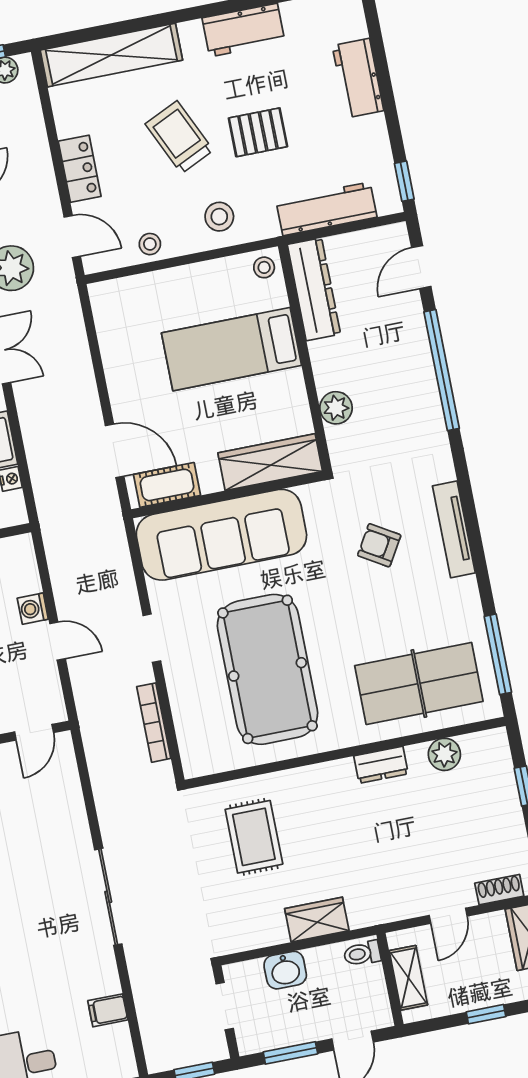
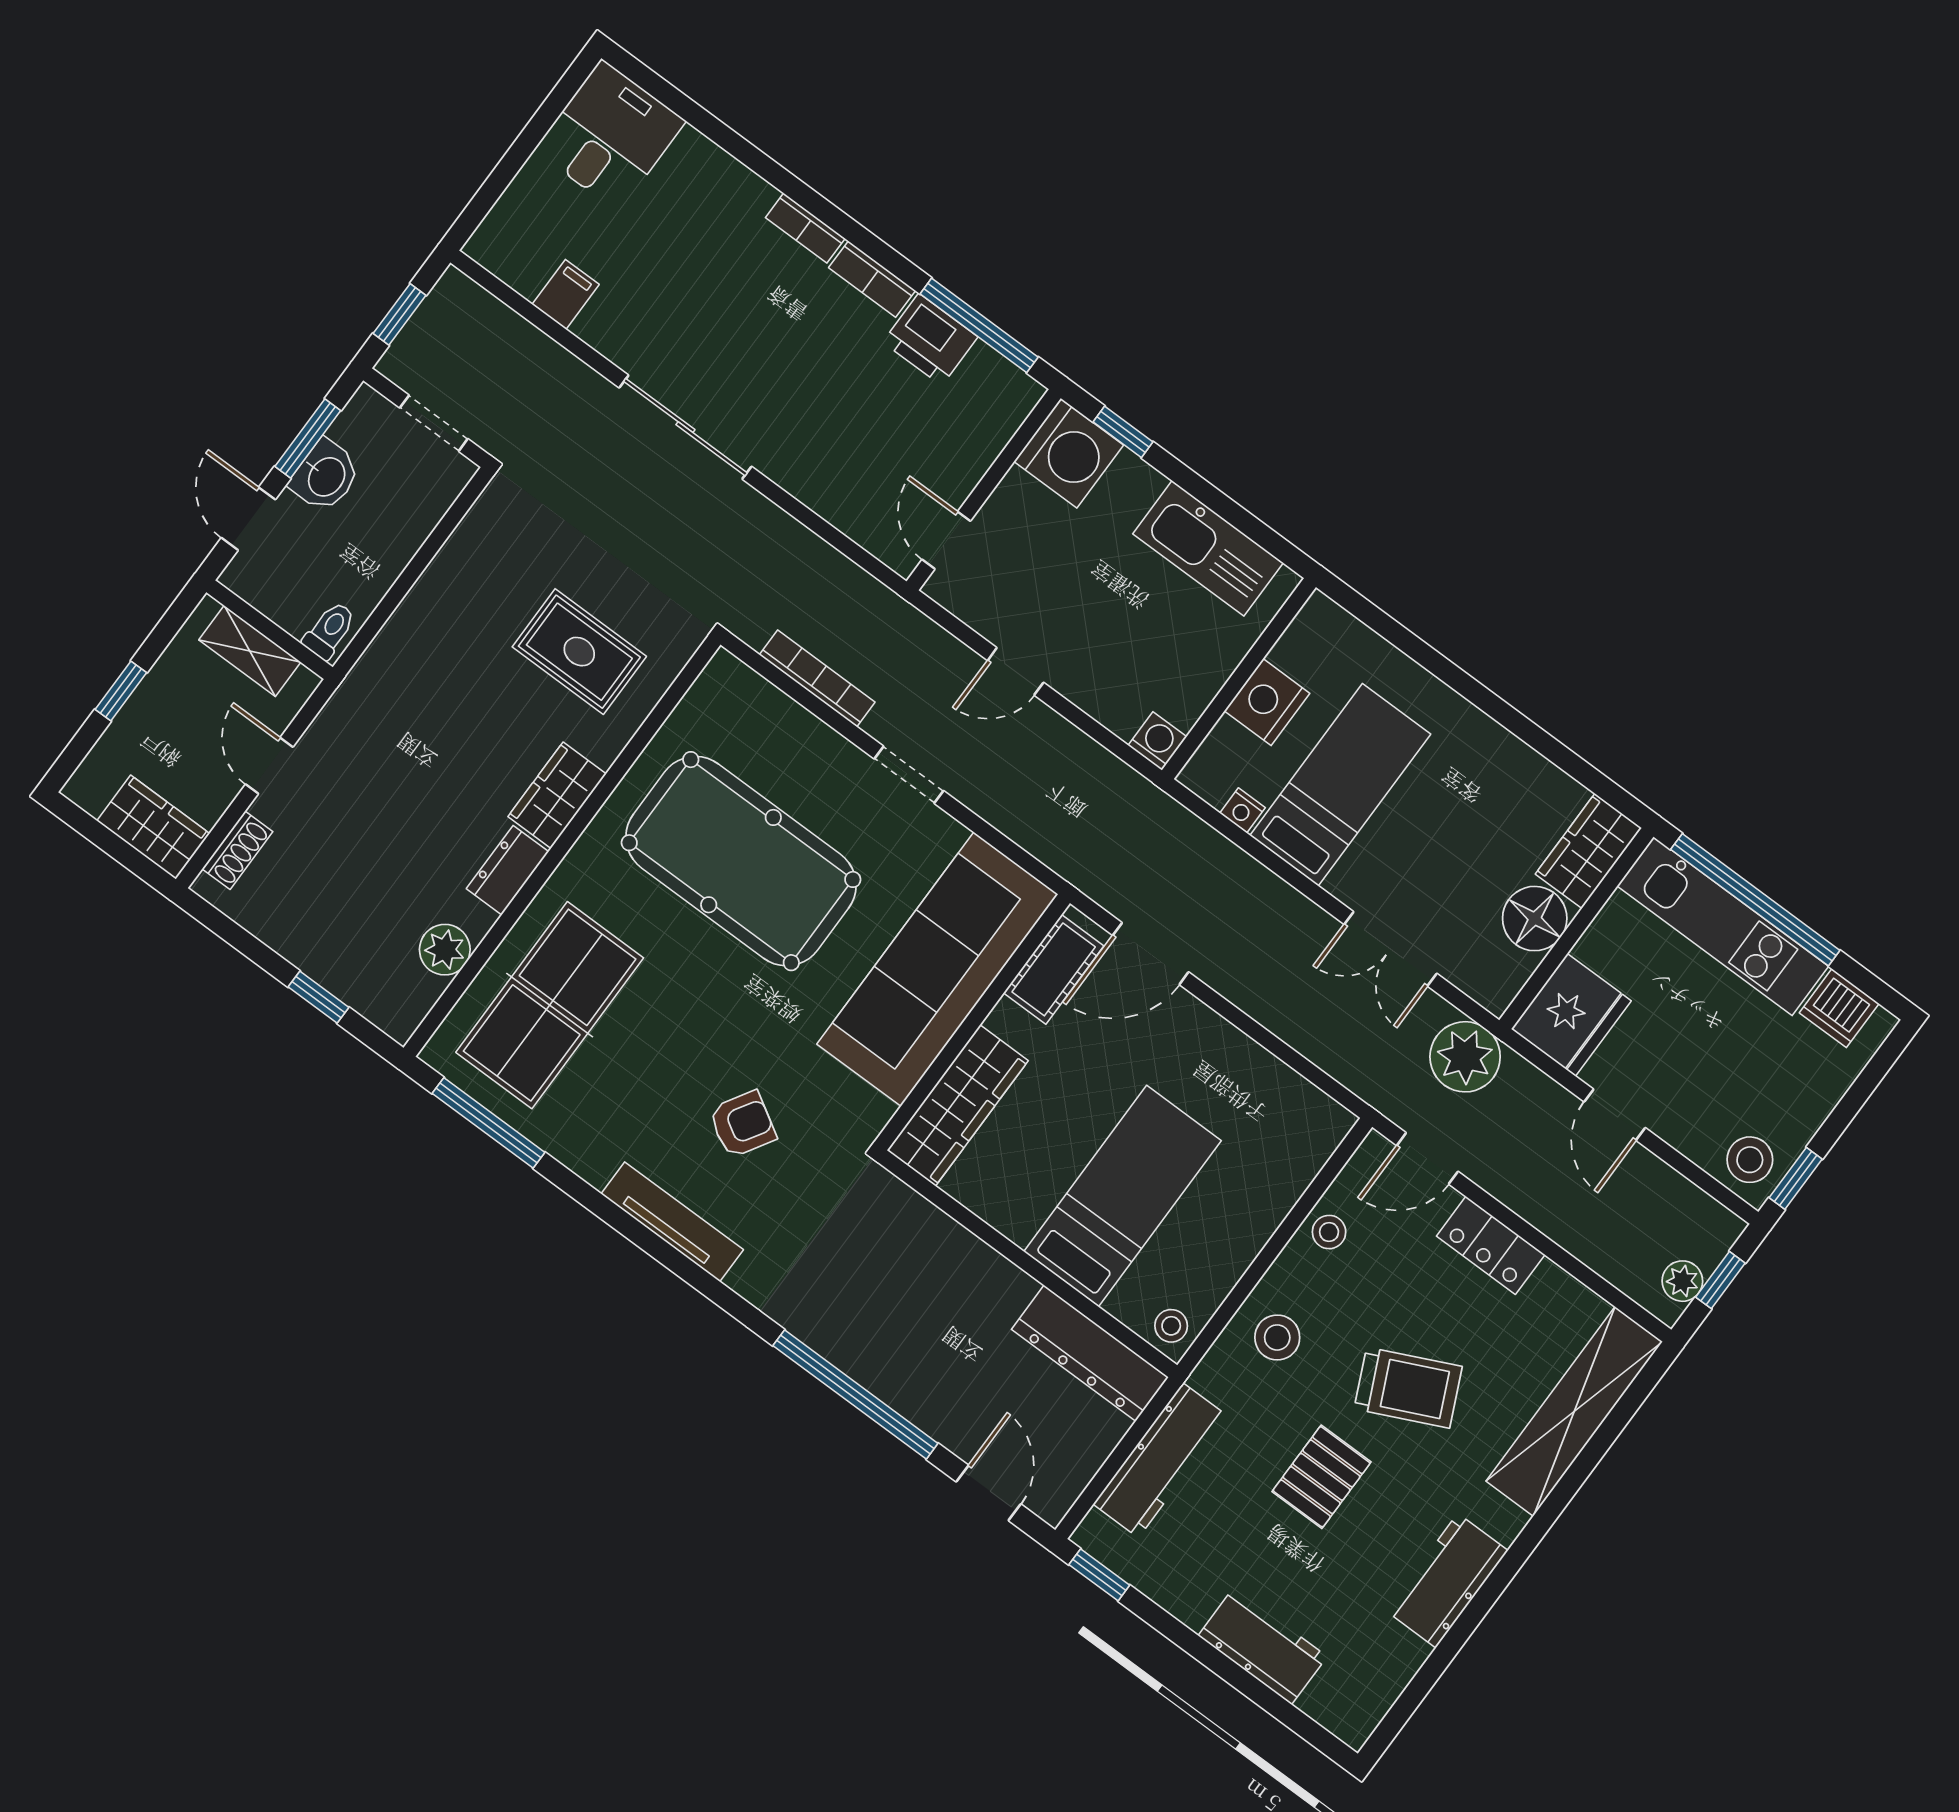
plant: (336, 408) -> (938, 1238), removed
washing machine: (33, 609) -> (1157, 741), moved
wardrobe: (317, 920) -> (557, 795), moved, turned 180
washbasin: (285, 970) -> (325, 476), moved, turned 180

